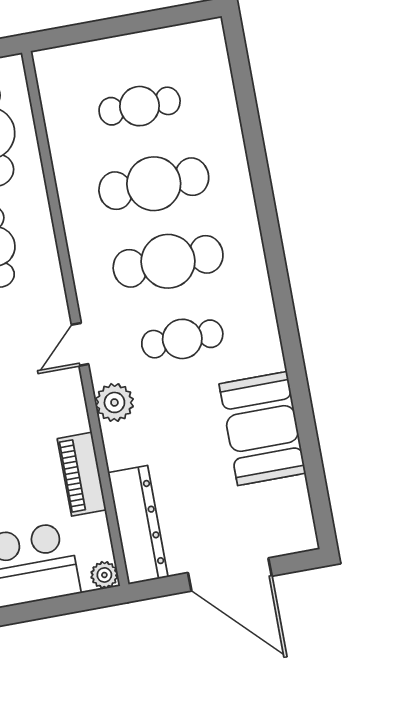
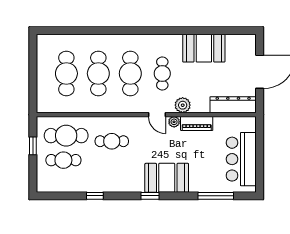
cafe table: (140, 106) -> (66, 73), width x1.37, depth x1.35
piano: (82, 474) -> (197, 123), moved
plant: (104, 575) -> (174, 122), moved

